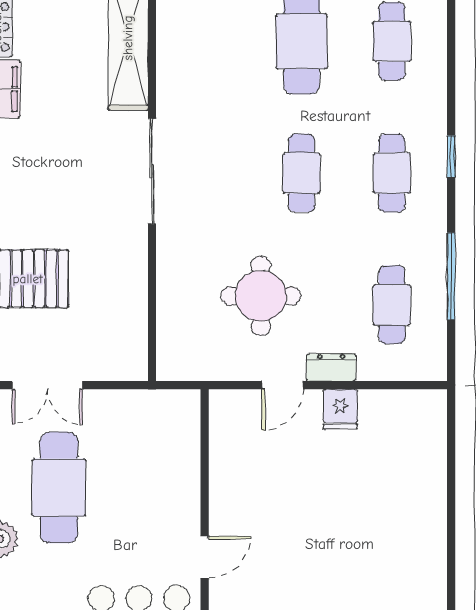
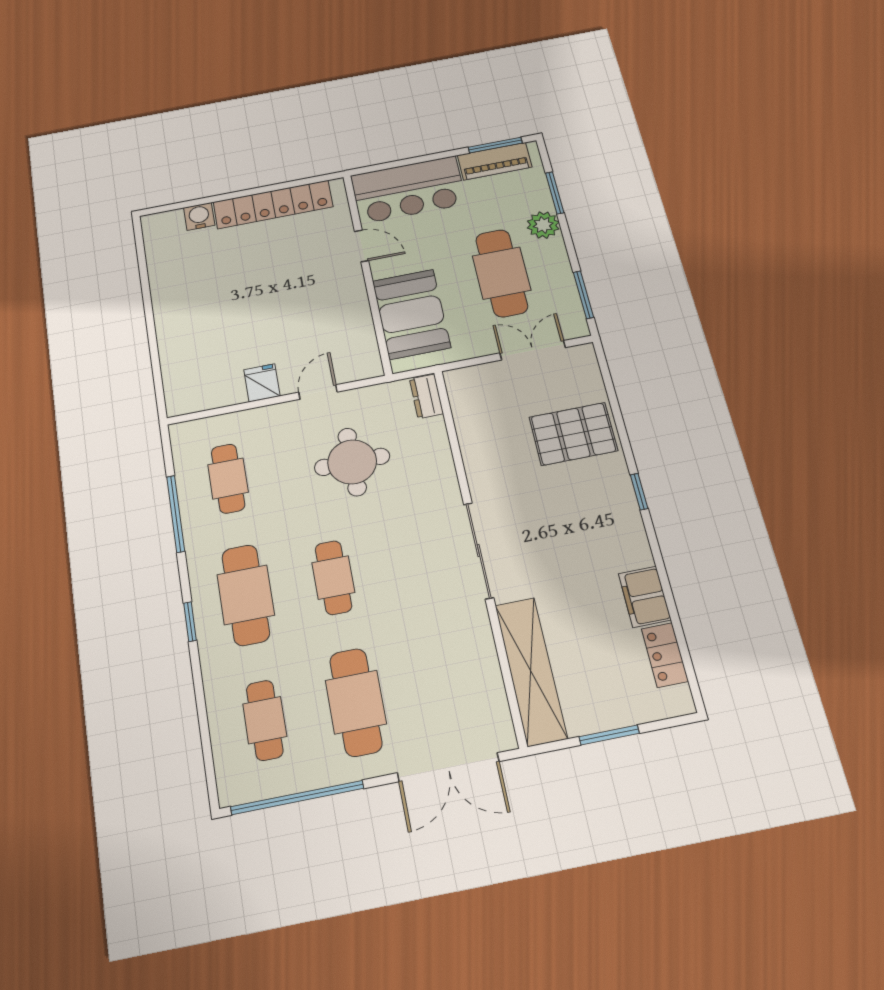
cafe table: (392, 173) -> (246, 595), width x1.37, depth x1.35
dresser: (331, 367) -> (426, 396), moved, turned 90
booth: (166, 458) -> (411, 314), added
door: (205, 557) -> (361, 246), swing flipped

